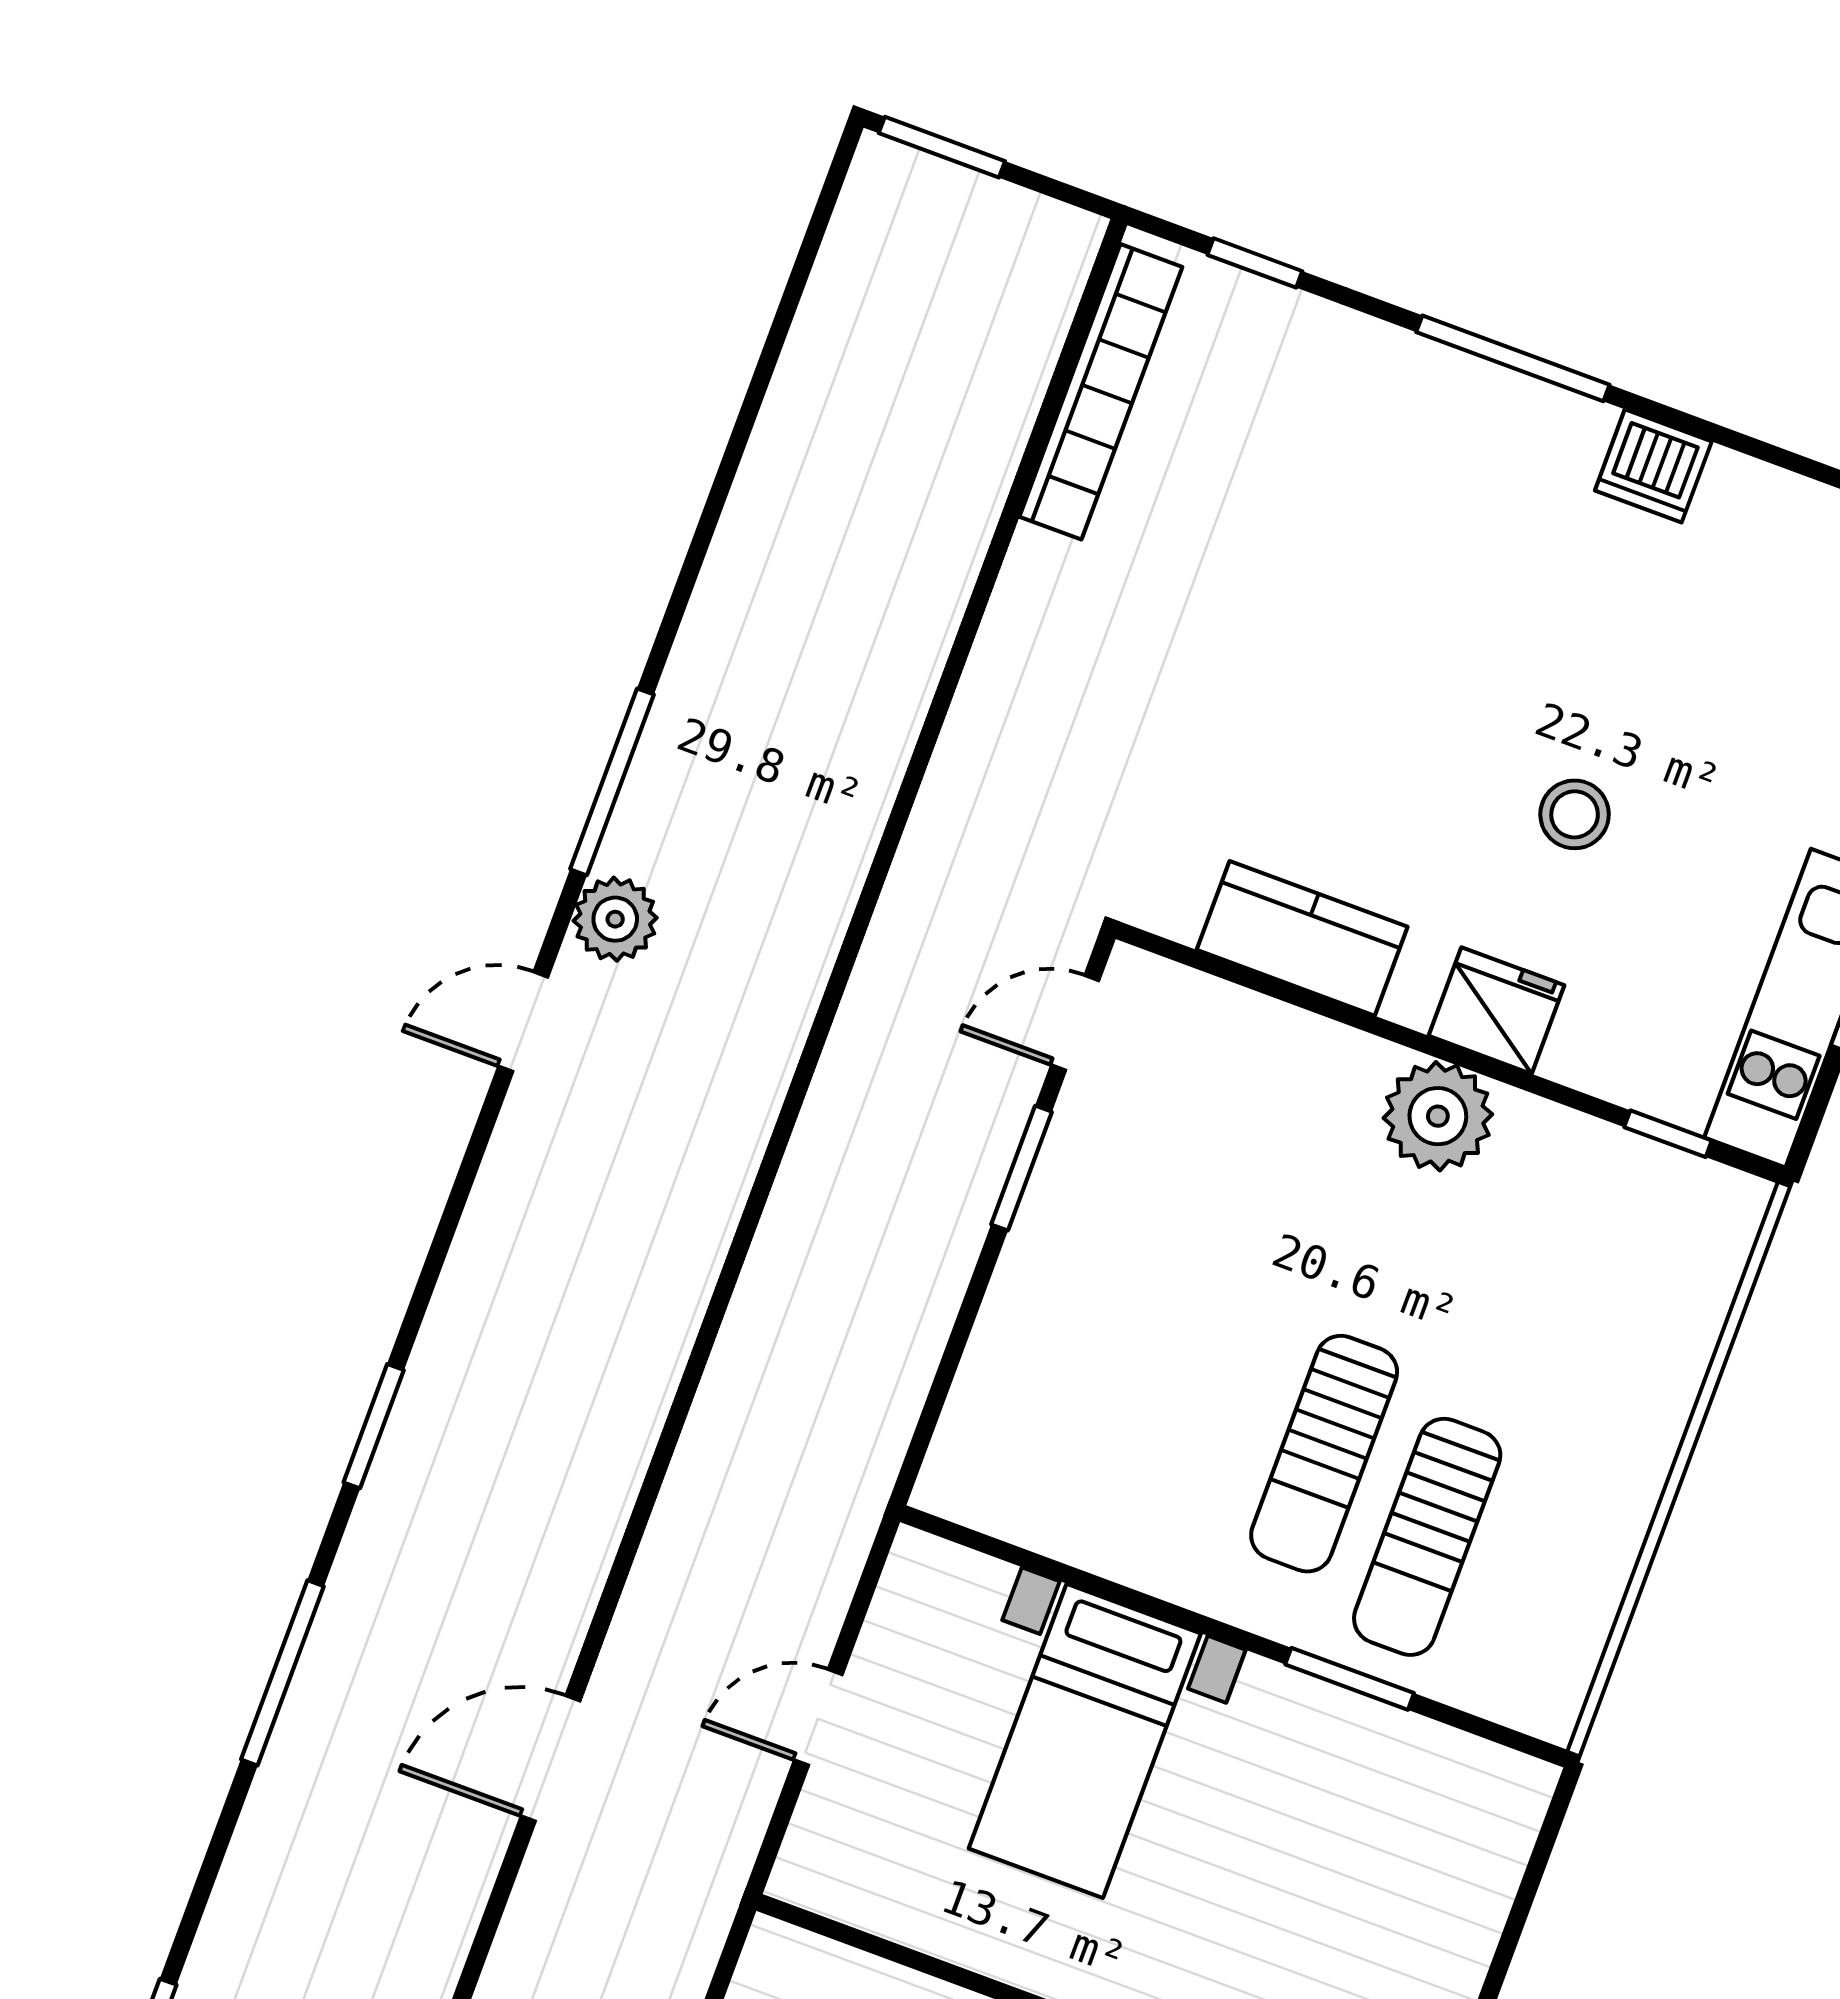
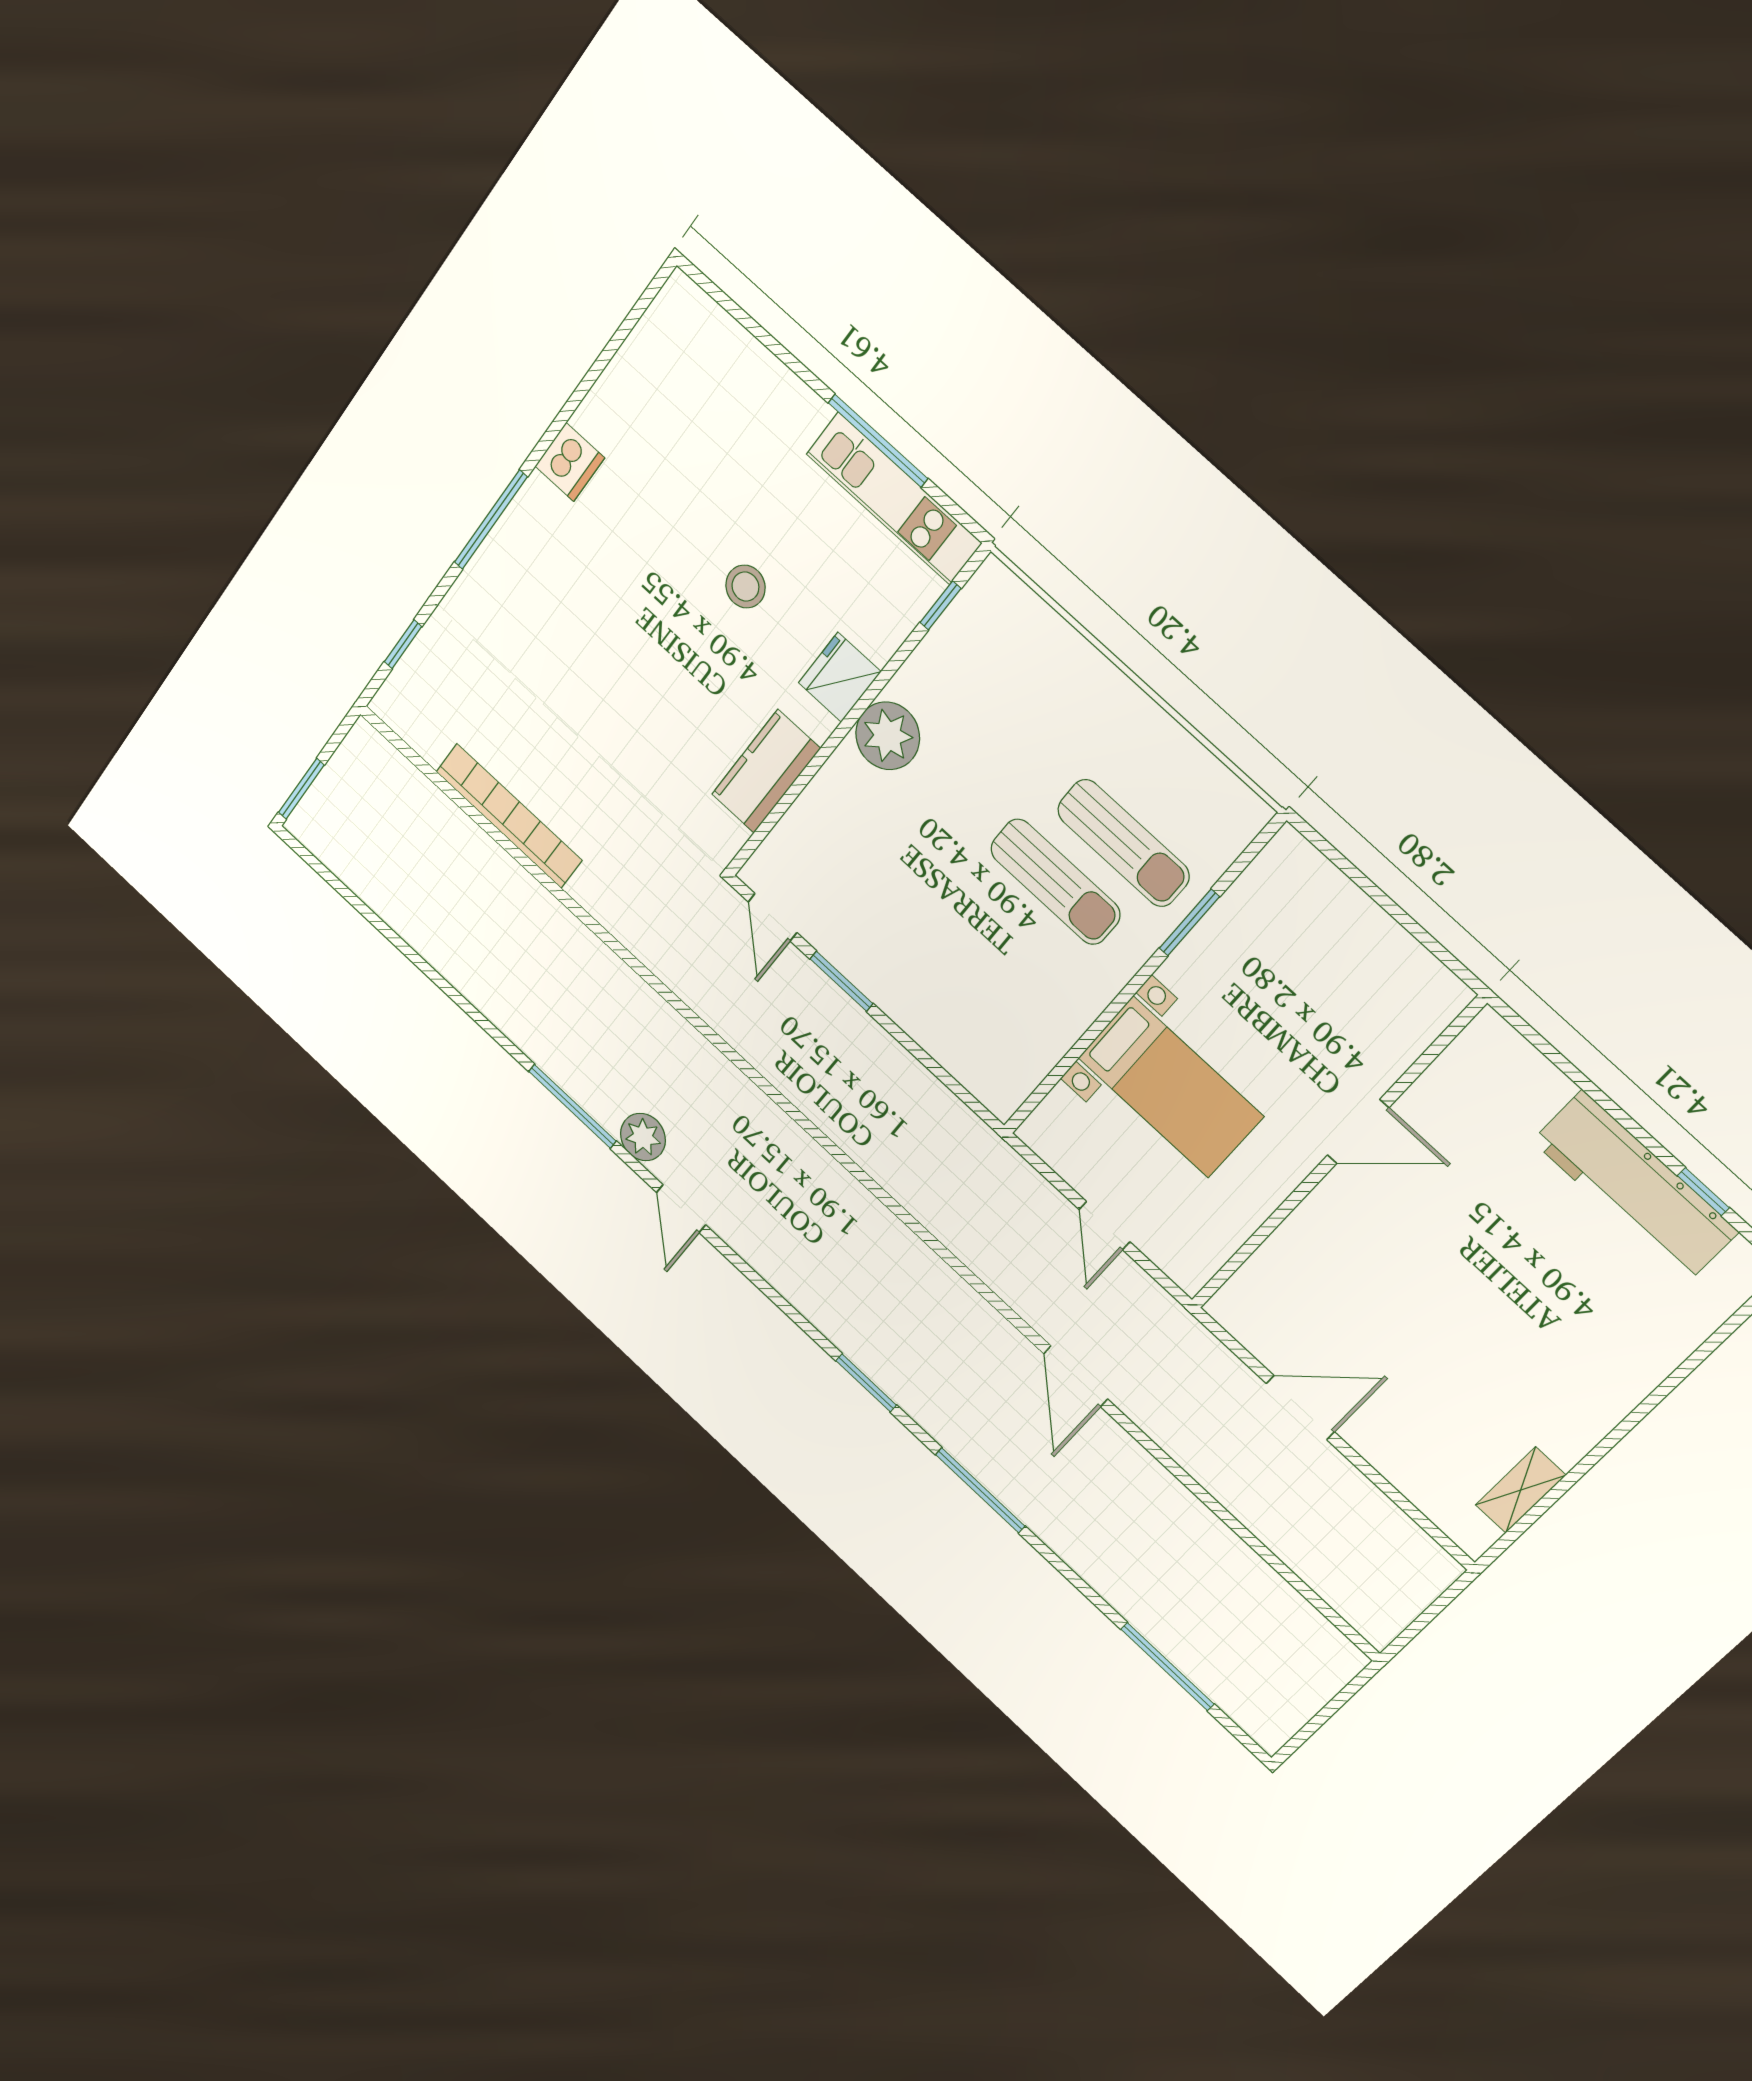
bookcase: (1101, 392) -> (509, 816), moved

